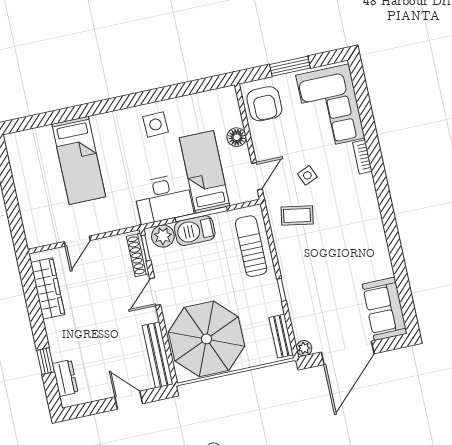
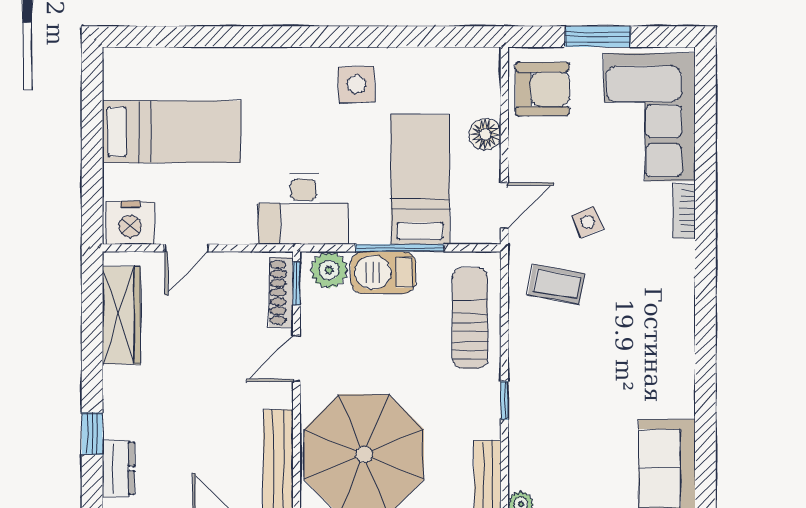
armchair: (264, 104) -> (542, 89), turned -90
bed: (79, 160) -> (172, 132), moved, turned -90
desk: (163, 199) -> (304, 209), moved
nightstand: (41, 234) -> (130, 223), added

